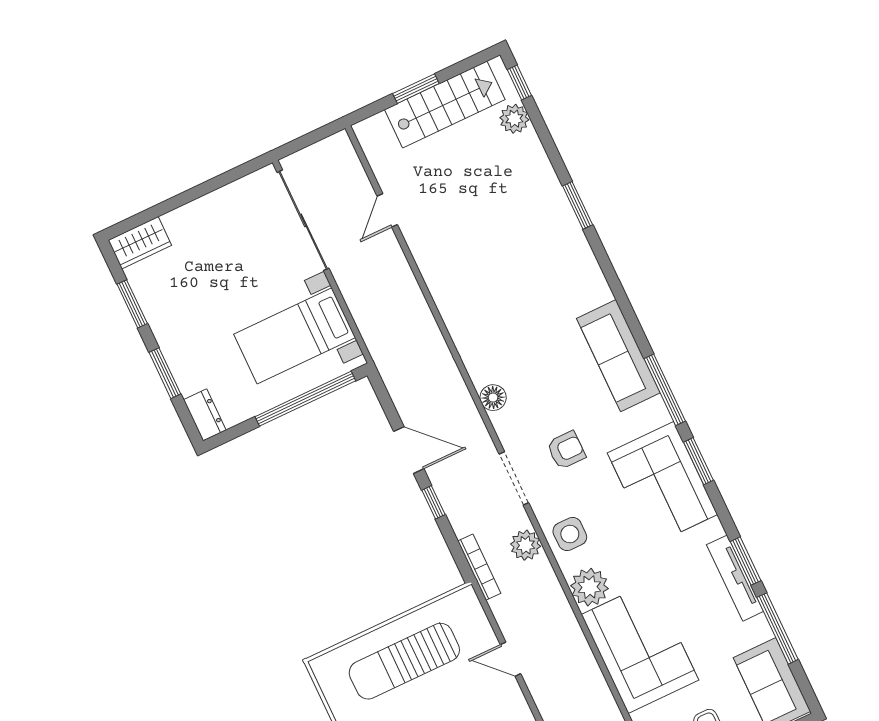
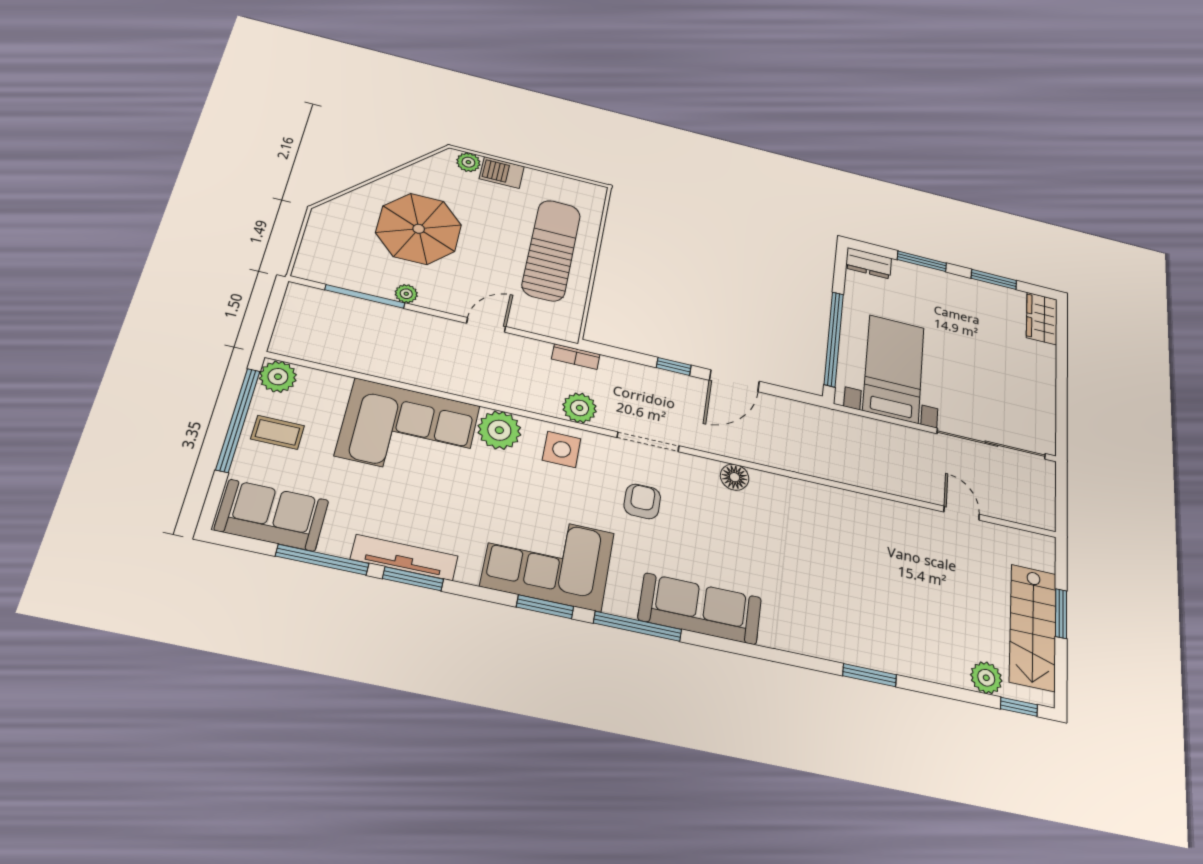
armchair: (566, 450) -> (642, 501), turned 180
bookcase: (479, 567) -> (576, 357), width x0.64

